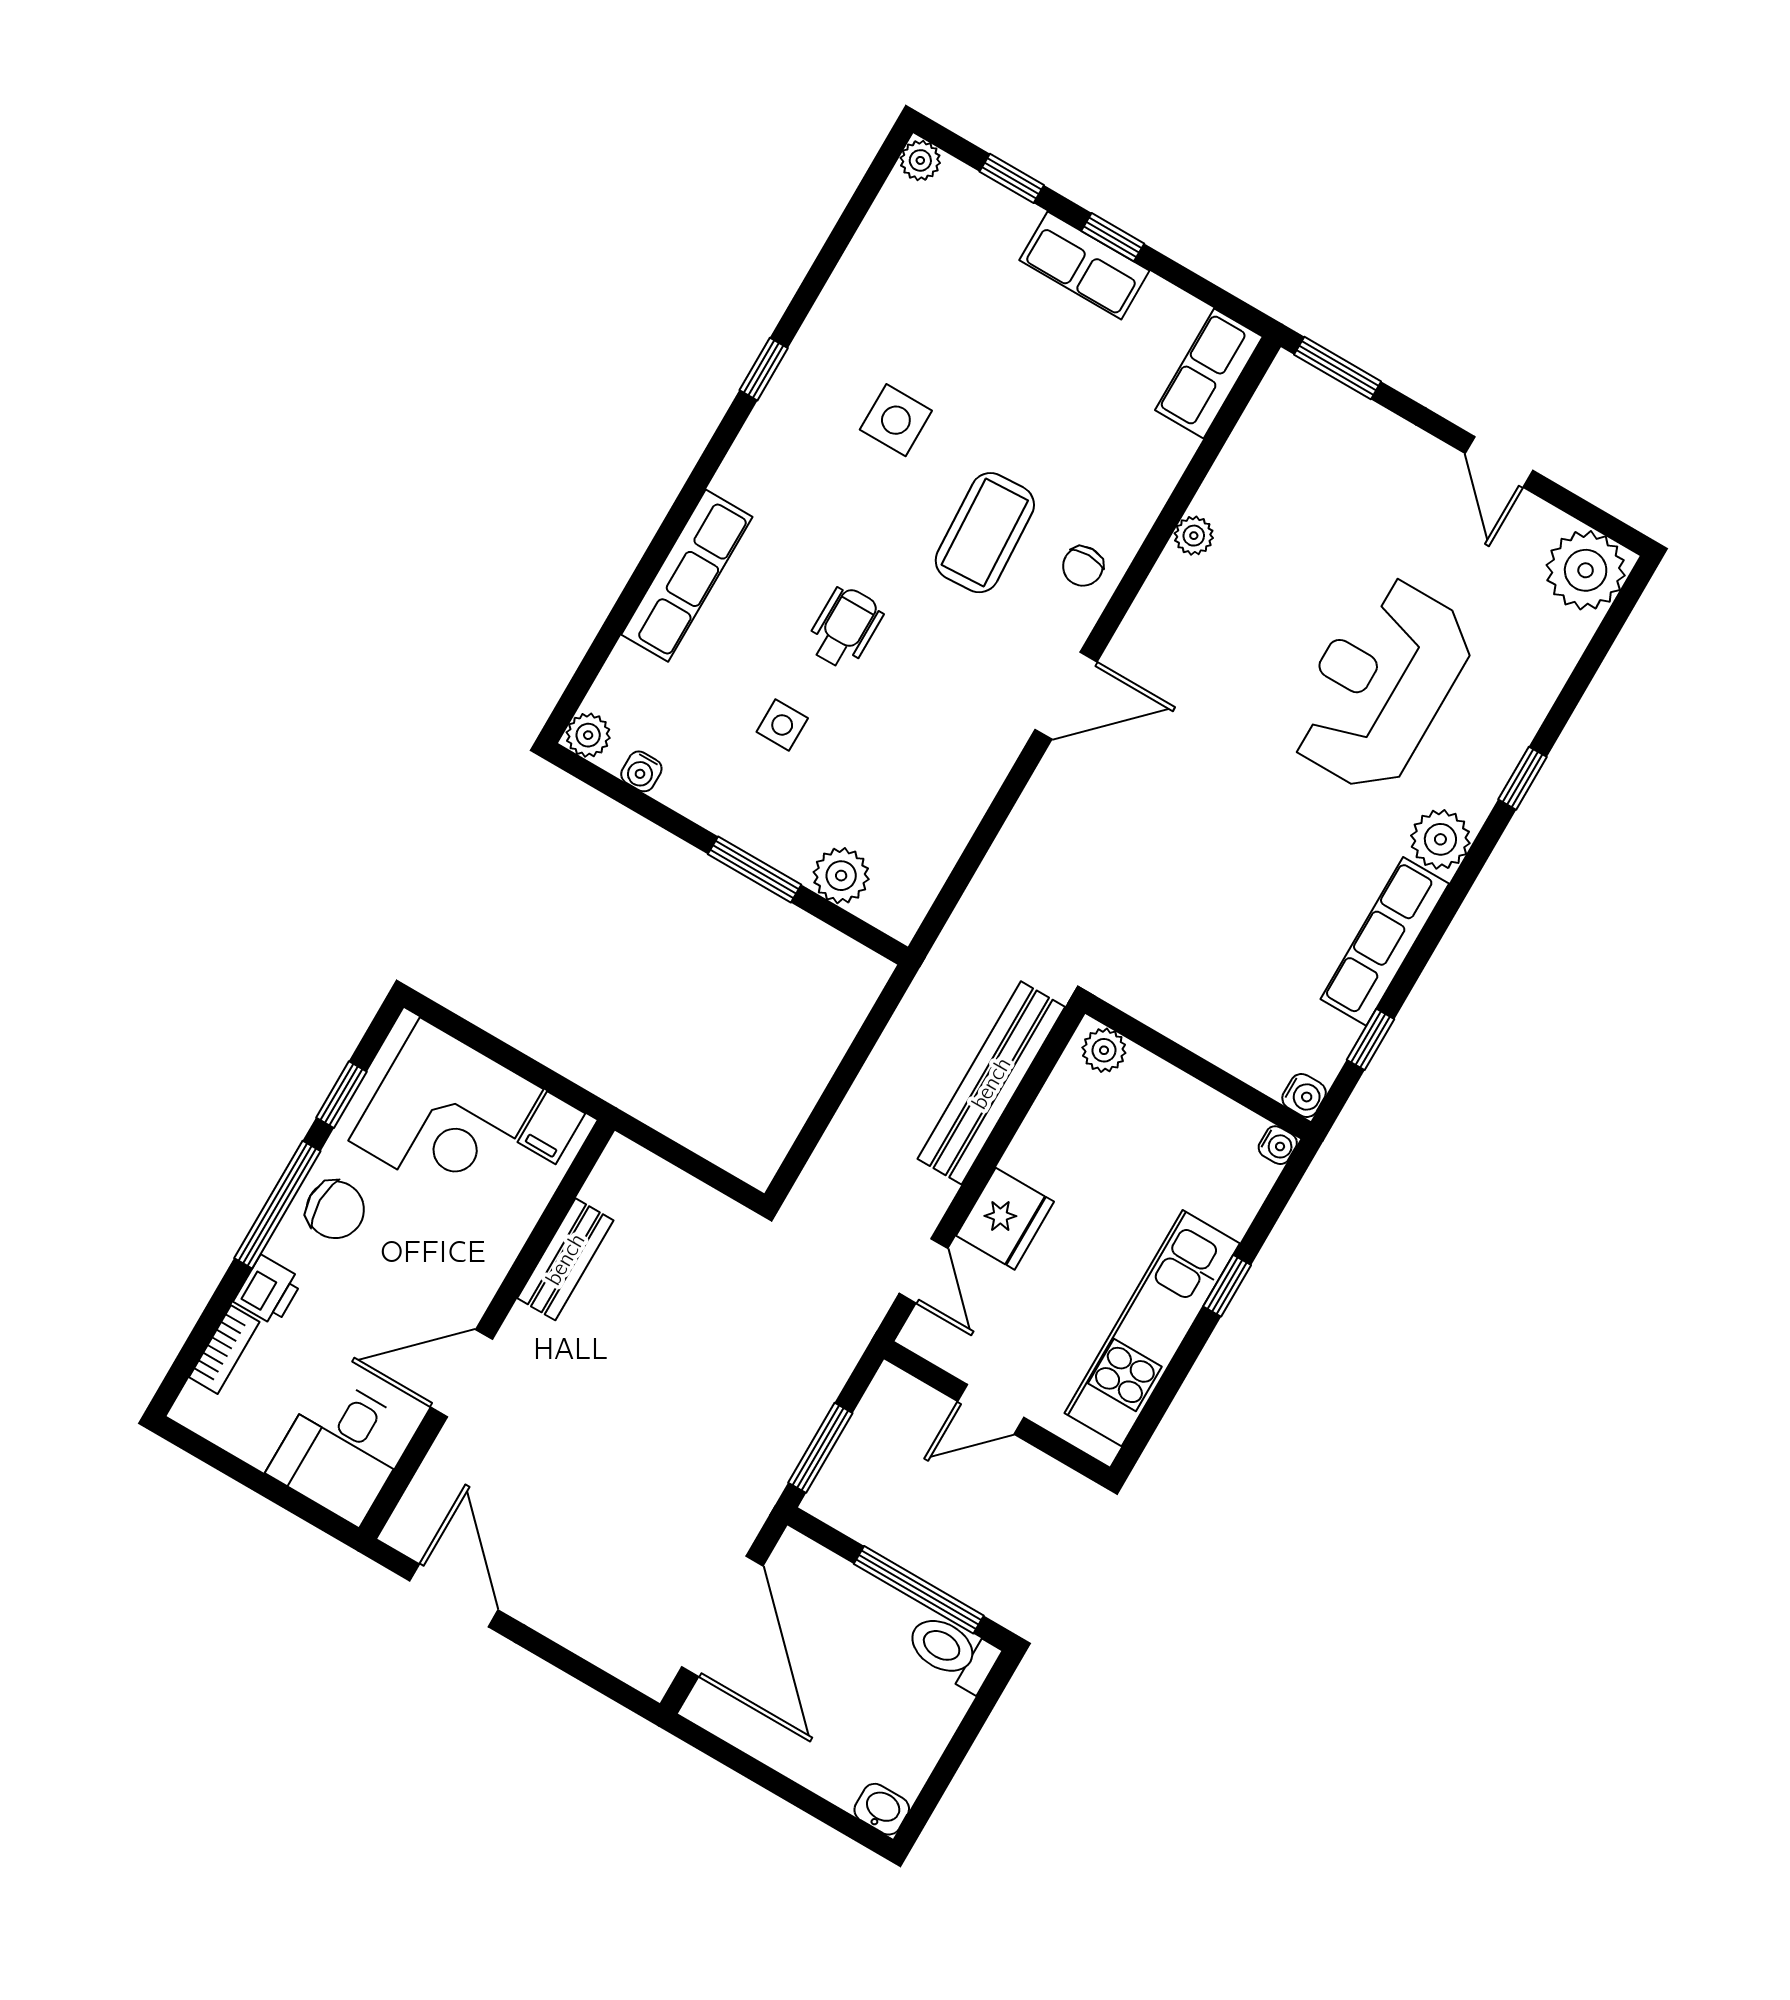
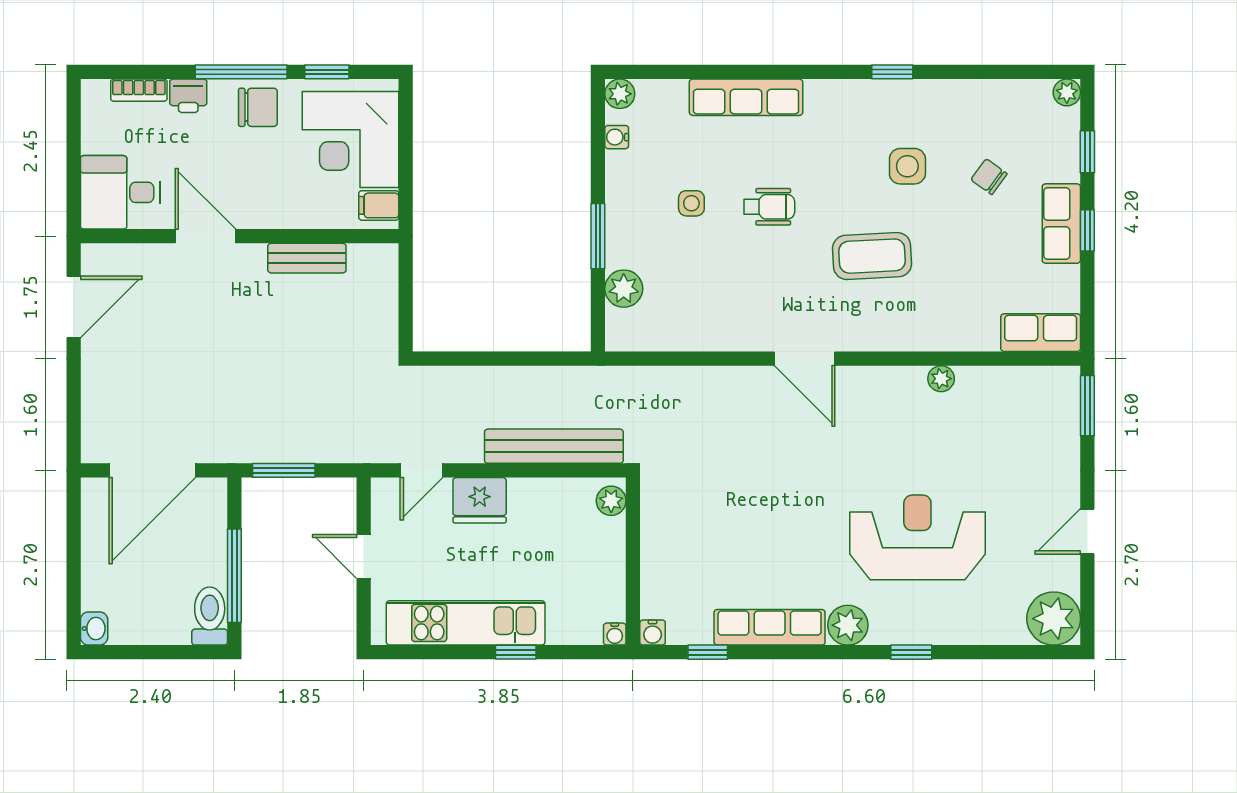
chair: (1083, 566) -> (989, 177), moved, turned 36
chair: (335, 1210) -> (258, 107), turned -90

